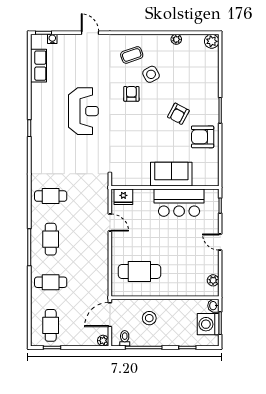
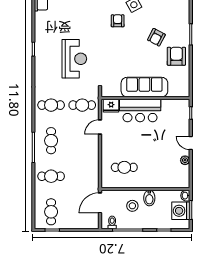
reception desk: (83, 111) -> (74, 59), moved
armchair: (203, 137) -> (176, 56), turned 90
sofa: (171, 174) -> (144, 87), width x1.36
cafe table: (88, 196) -> (82, 105), added
bar counter: (179, 203) -> (140, 111), moved
door: (110, 223) -> (100, 127), swing flipped
cafe table: (139, 272) -> (124, 167), width x0.73, depth x0.74
plant: (213, 280) -> (185, 160), moved
bidet: (170, 309) -> (149, 198), added
plant: (103, 341) -> (94, 224), removed

